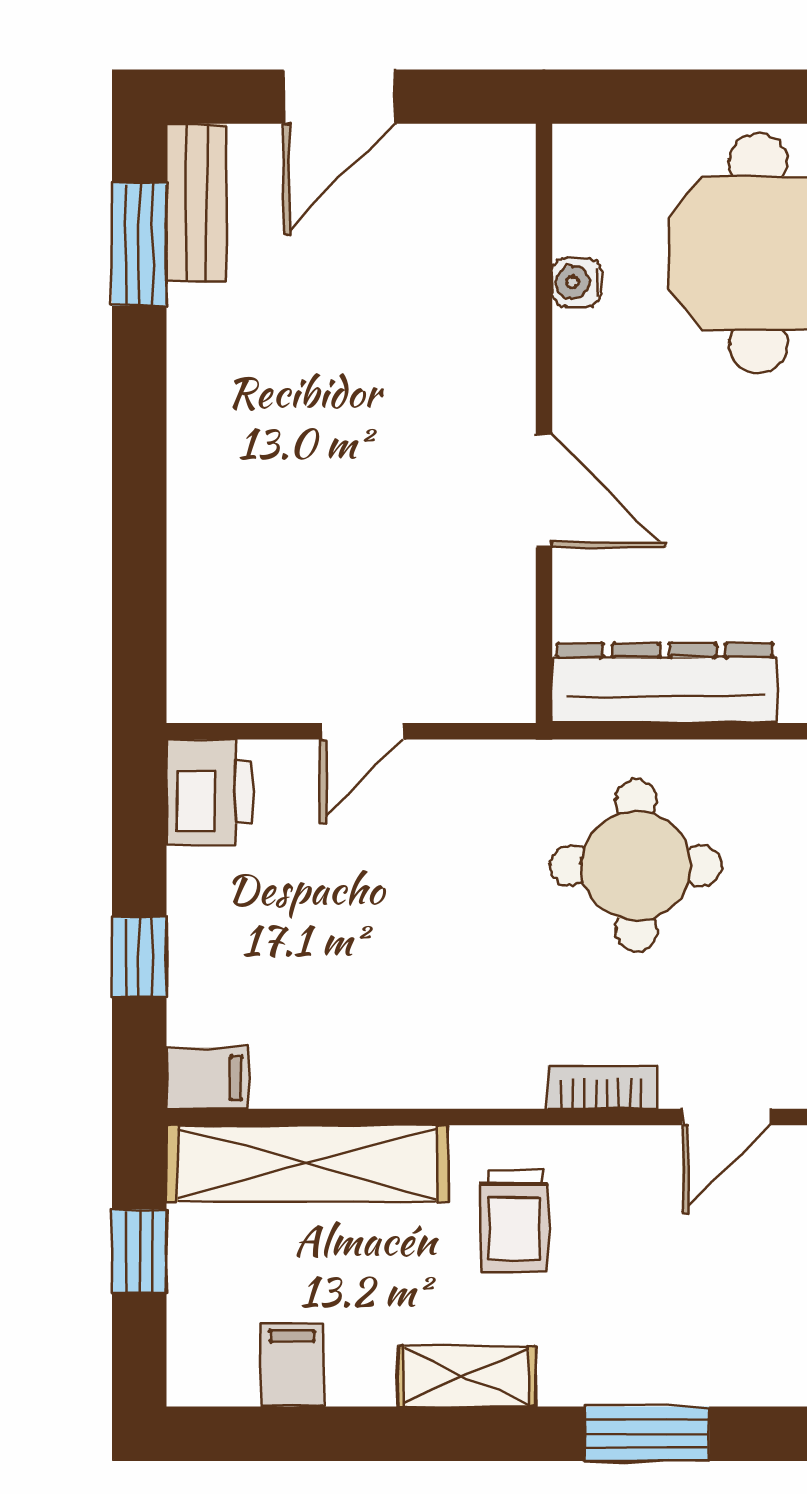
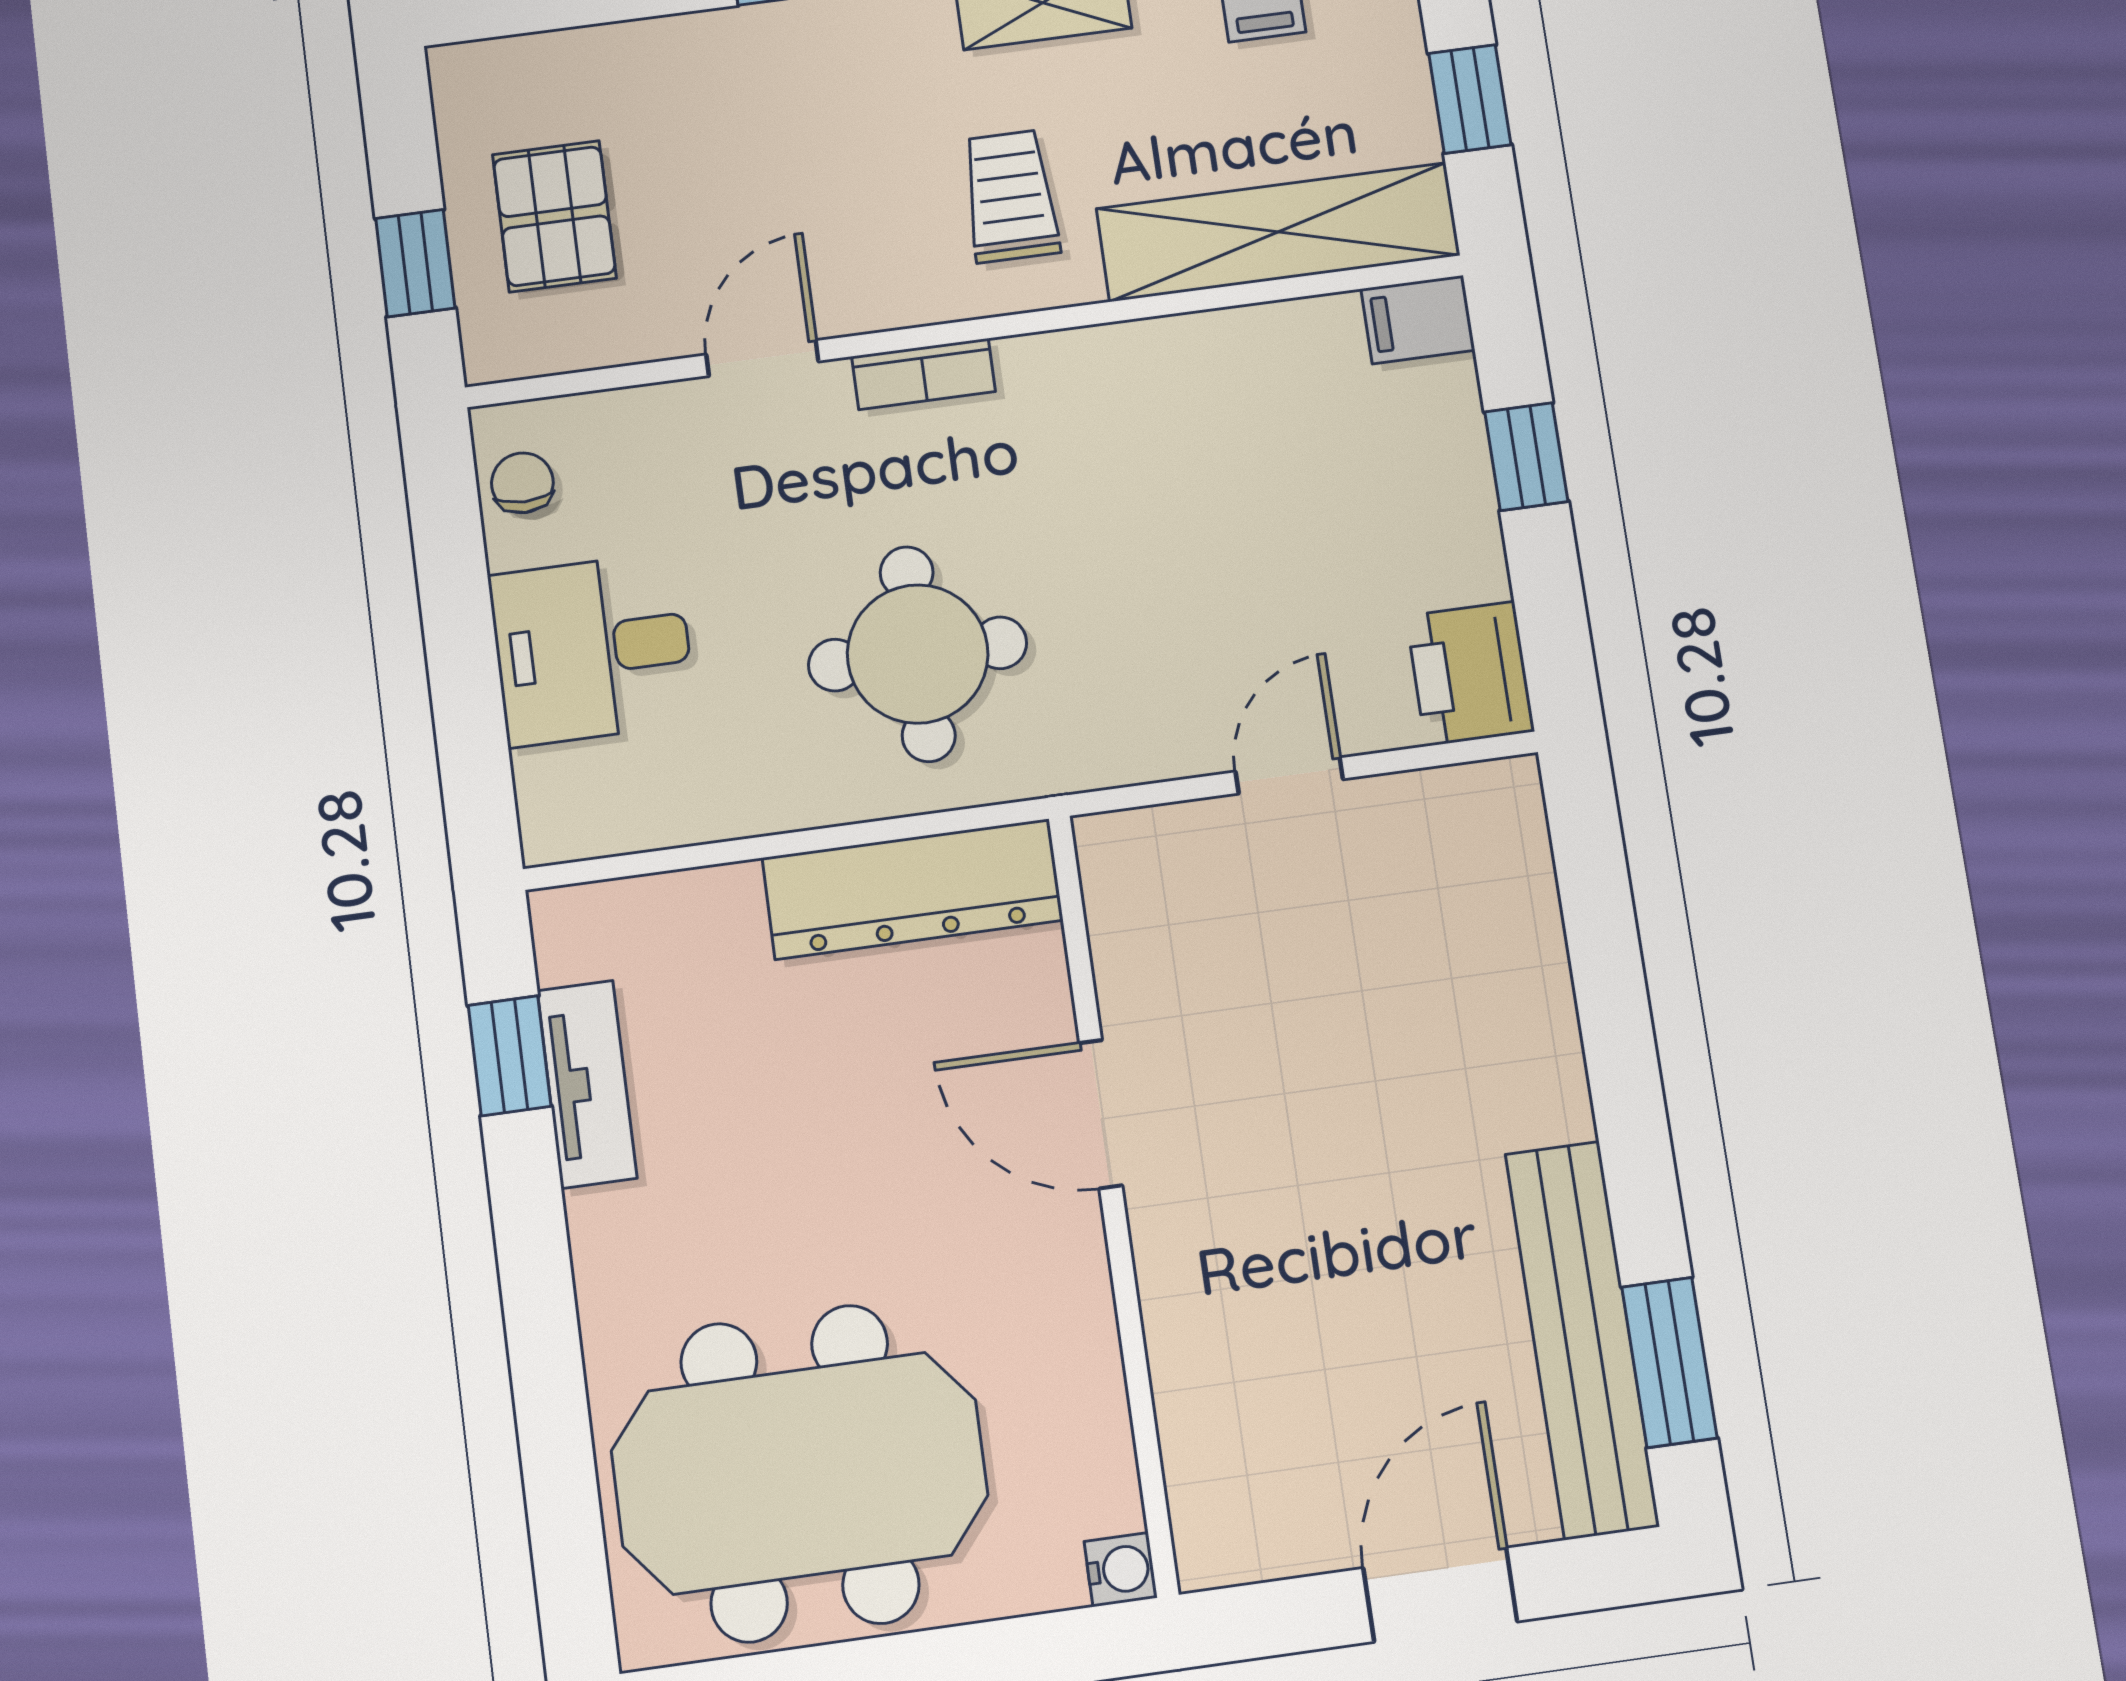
bench: (196, 203) -> (1582, 1339), width x1.86, depth x1.21
water cooler: (577, 282) -> (1121, 1570), moved

